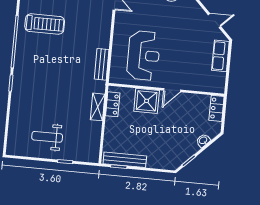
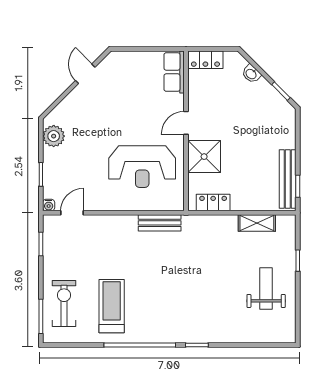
reception desk: (143, 55) -> (142, 167), turned 180
row of seats: (220, 56) -> (174, 72), moved, turned 90
door: (172, 90) -> (186, 123), swing flipped
shelving: (98, 107) -> (257, 223), moved
weight bench: (47, 137) -> (266, 288), turned 180

